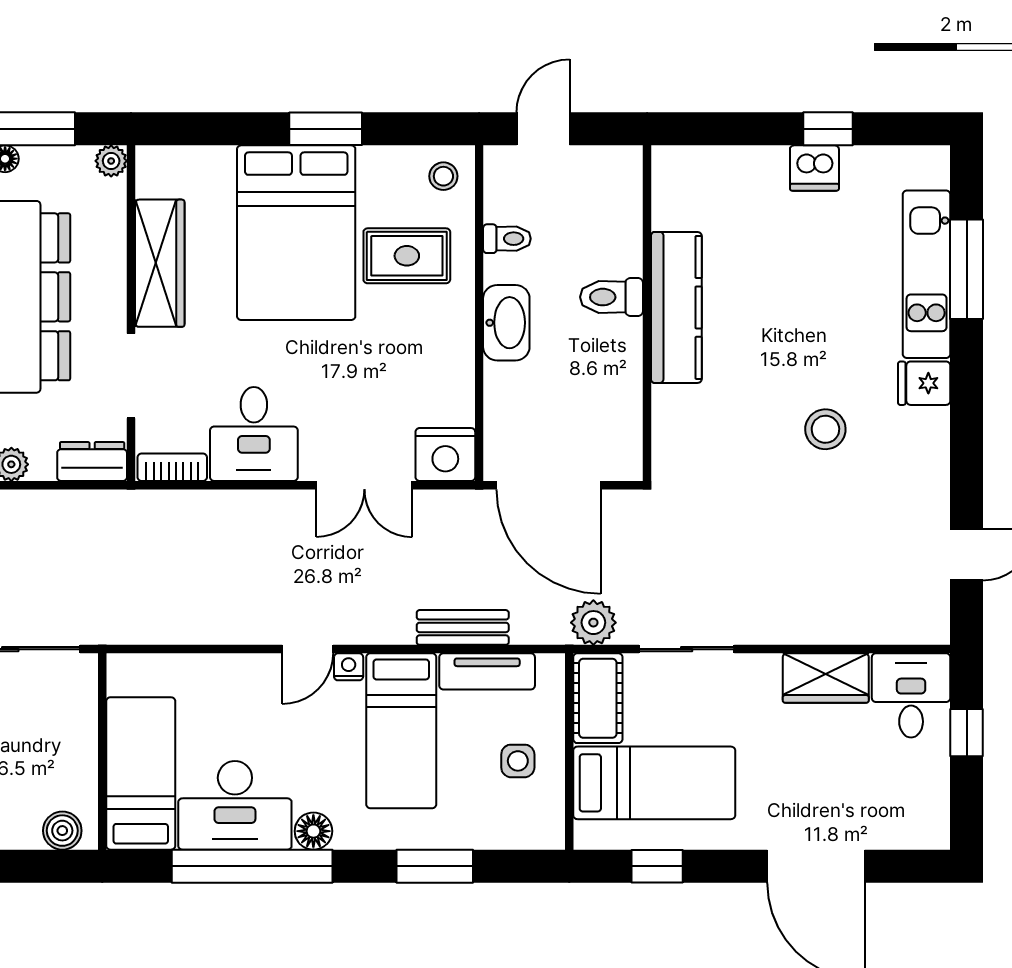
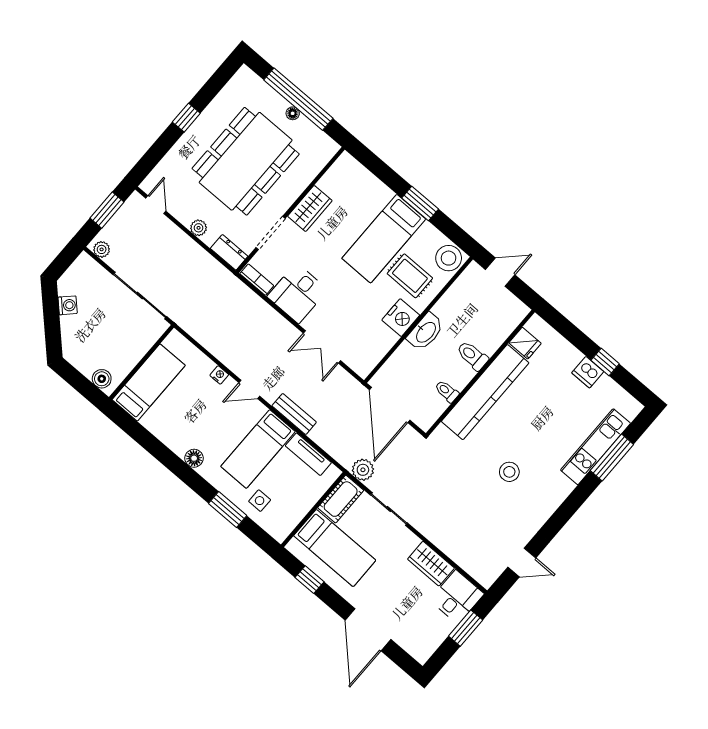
plant: (111, 161) -> (331, 148), removed
stool: (443, 176) -> (449, 258), width x1.89, depth x1.89
bed: (296, 233) -> (384, 239), width x0.67
toilet: (507, 239) -> (447, 391), moved, turned 180
wardrobe: (160, 263) -> (310, 208), width x0.67
kitchen counter: (676, 307) -> (485, 392), width x1.39, depth x1.17
fridge: (924, 383) -> (525, 343), moved, turned 180
nightstand: (445, 455) -> (401, 318), moved, turned -90
bench: (463, 627) -> (294, 414), moved
nightstand: (349, 667) -> (219, 375), moved
window: (967, 733) -> (466, 628), width x1.50
side table: (518, 761) -> (260, 501), moved
desk: (235, 805) -> (173, 424), removed
window: (252, 866) -> (160, 452), removed

